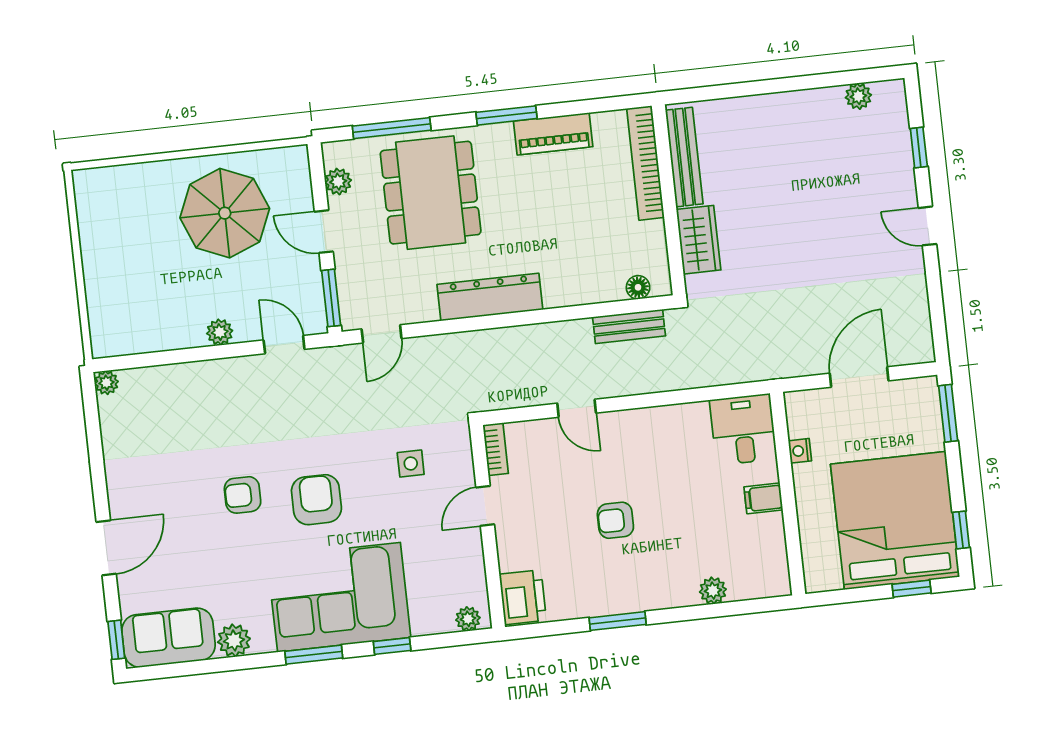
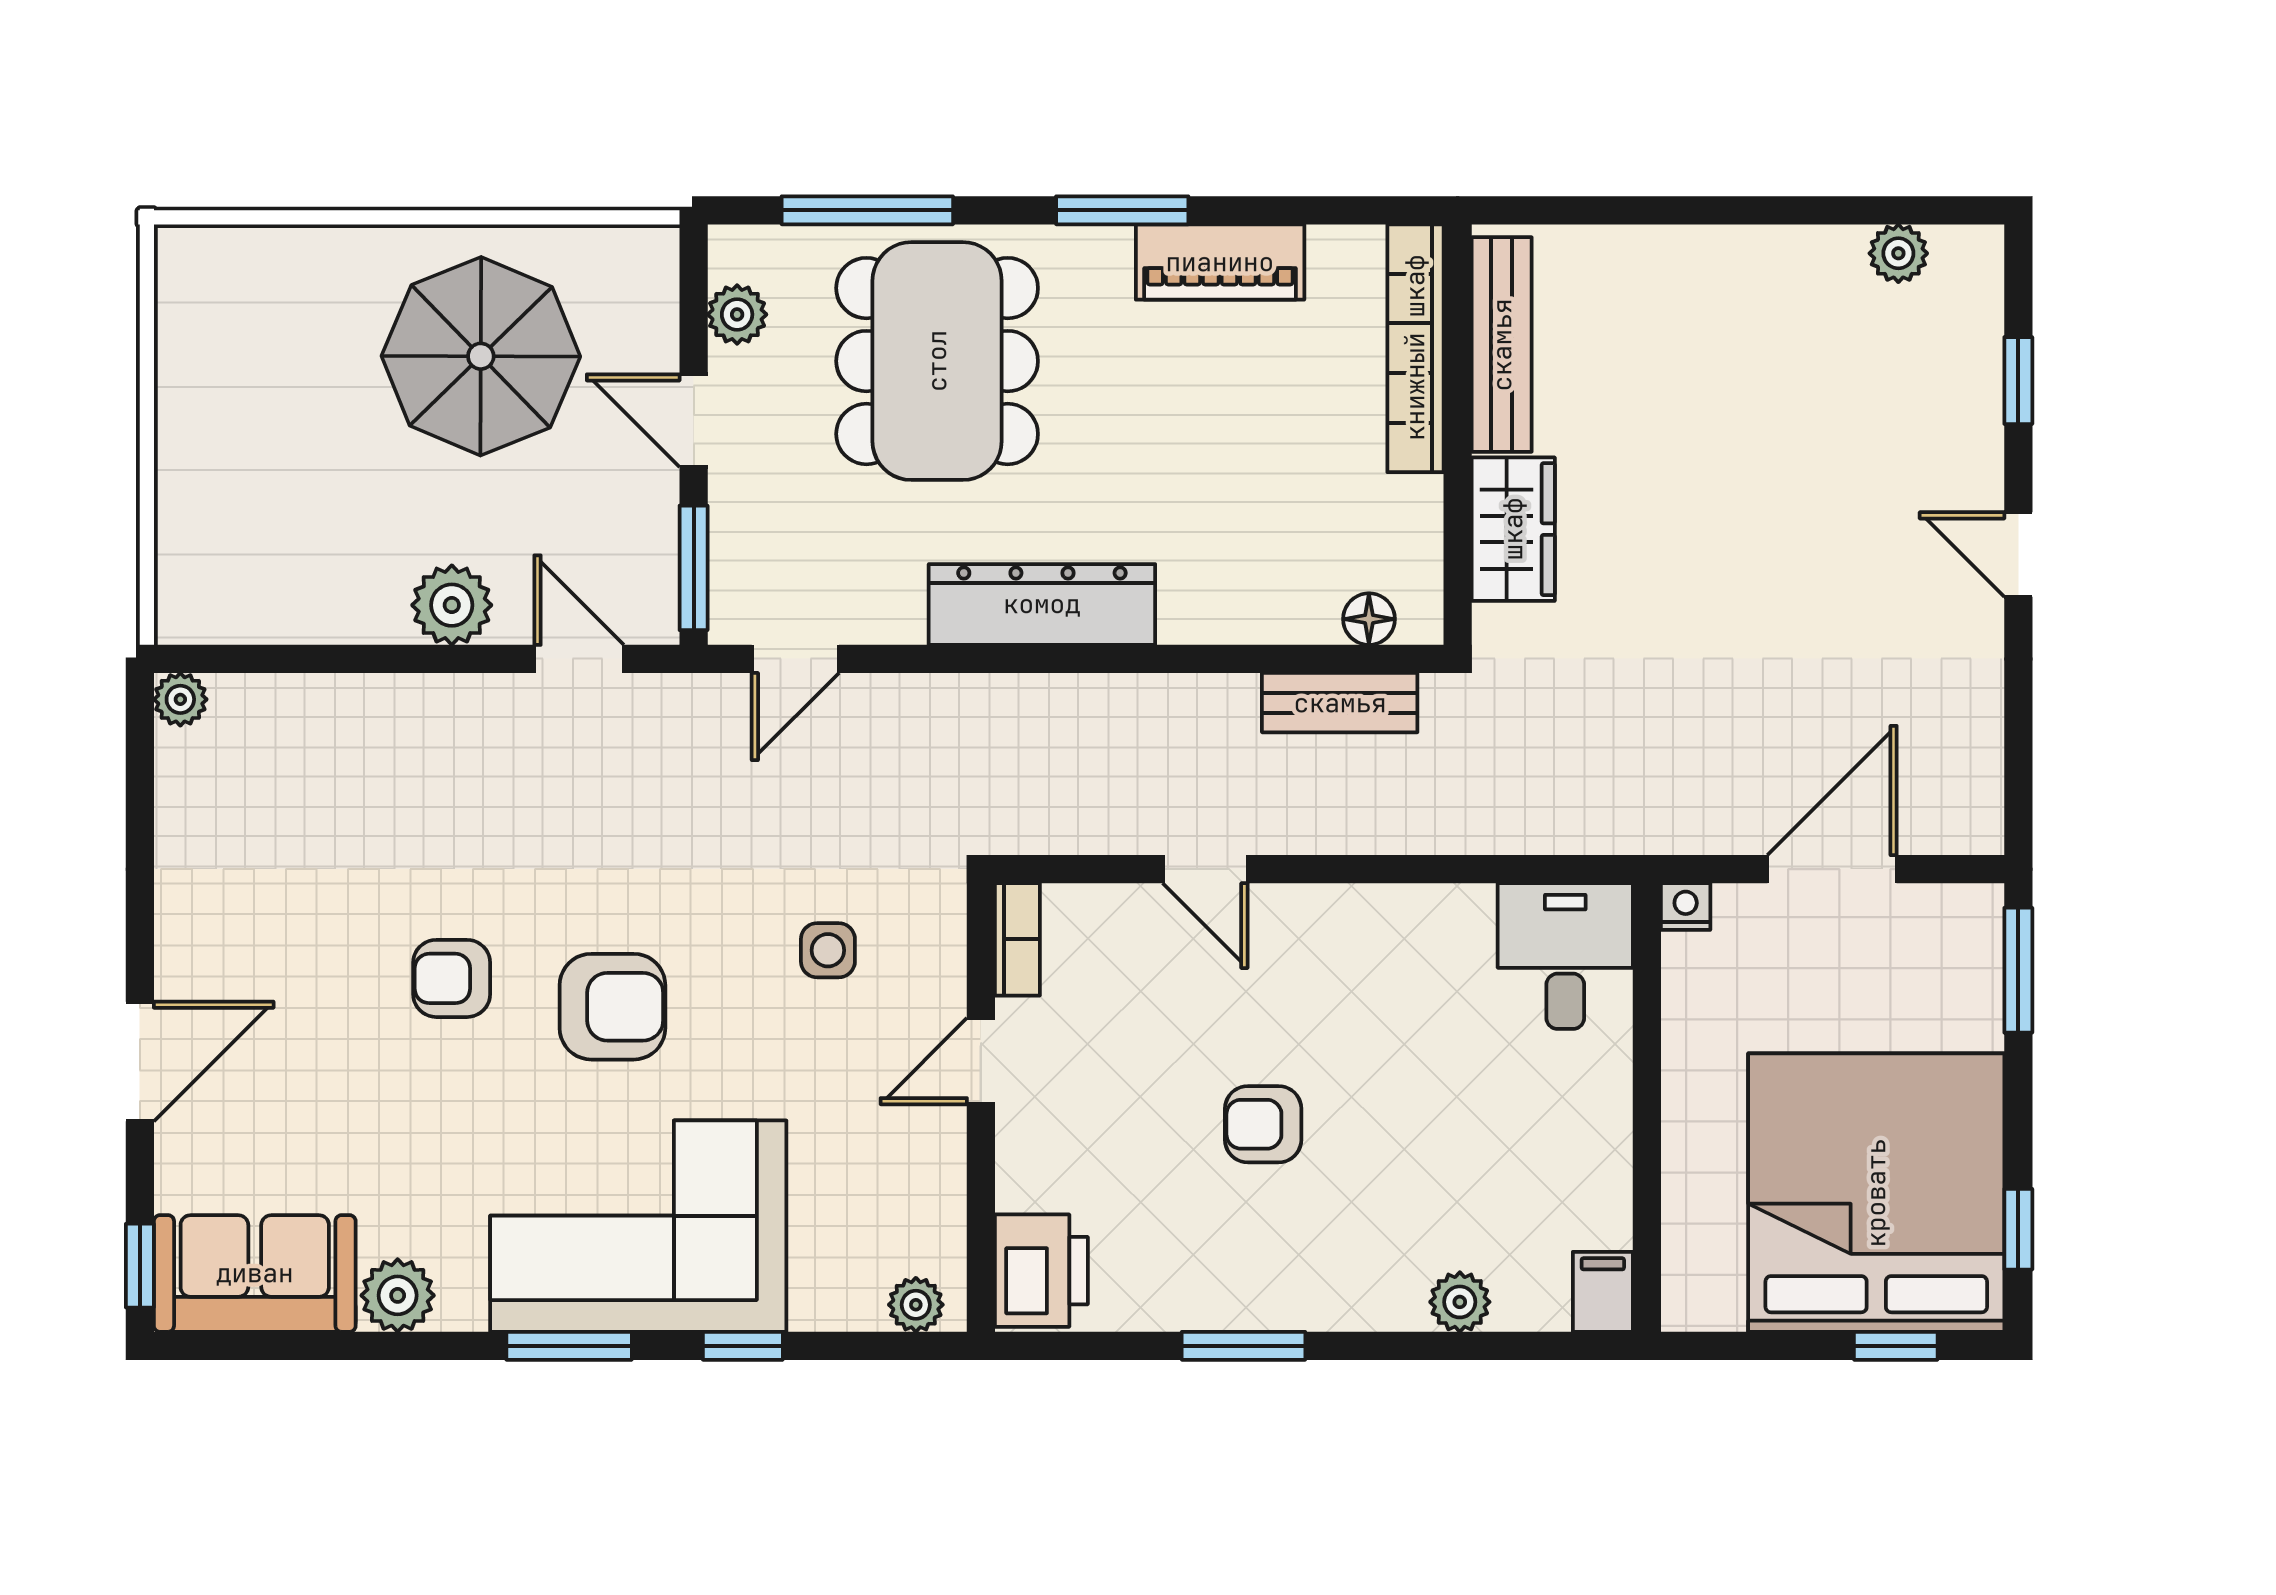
plant: (220, 332) -> (452, 605), width x1.38, depth x1.38
nightstand: (800, 451) -> (1686, 907), moved, turned 90
filing cabinet: (763, 498) -> (1603, 1292), moved, turned 90
armchair: (316, 500) -> (612, 1007), turned 90

